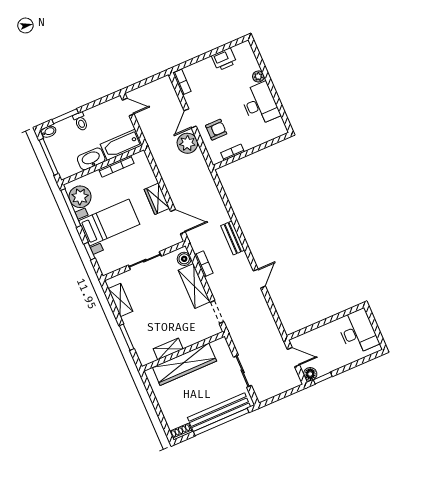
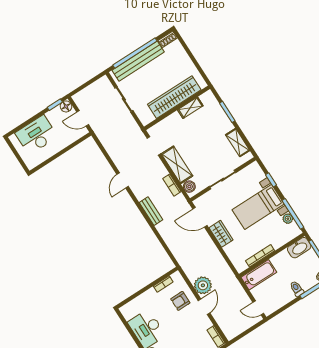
washbasin: (91, 159) -> (299, 248), moved
plant: (80, 197) -> (288, 219), width x0.53, depth x0.53
desk: (358, 332) -> (36, 135), moved, turned 90

